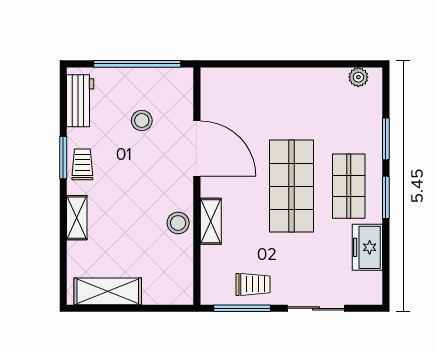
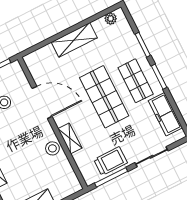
shelving: (290, 81) -> (74, 40), added
freezer: (367, 247) -> (165, 114), width x1.40
trolley: (253, 284) -> (111, 161), width x1.36, depth x1.39

